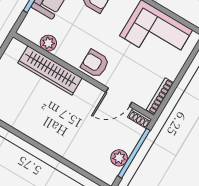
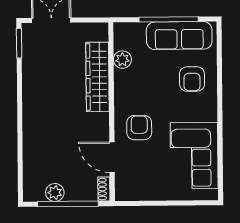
armchair: (95, 64) -> (139, 128), moved
bookcase: (160, 96) -> (137, 196), removed

